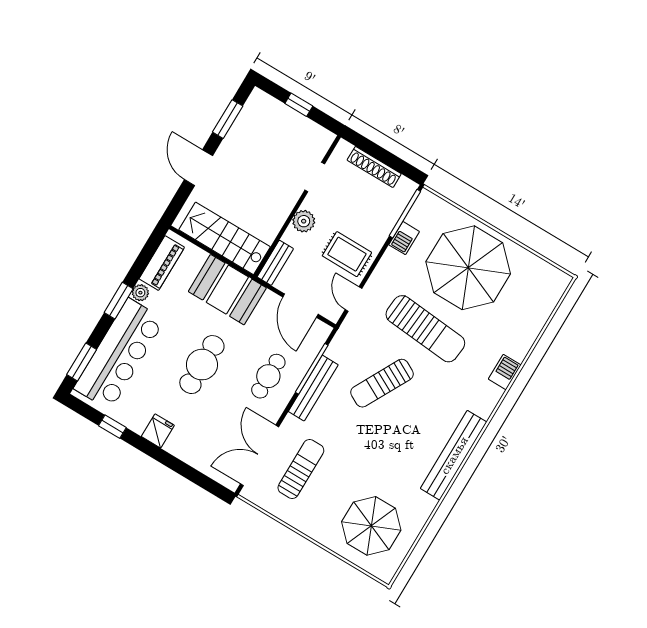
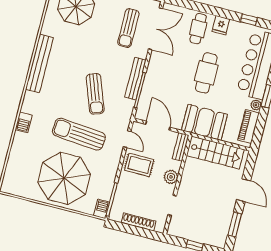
barbecue: (404, 238) -> (102, 209), moved
cafe table: (268, 376) -> (198, 29), moved
sun lounger: (382, 383) -> (95, 94), turned 132

